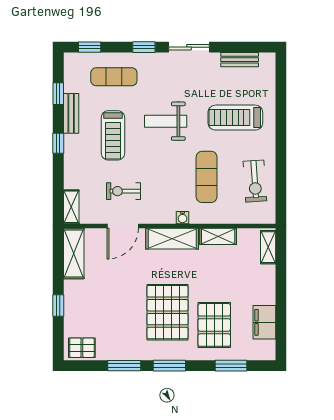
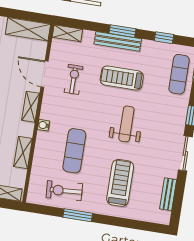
exercise mat: (114, 77) -> (179, 74), moved
bench: (71, 113) -> (118, 41), moved, width x1.36
window: (58, 143) -> (122, 31), width x1.50
window: (281, 161) -> (78, 215), added
exercise mat: (207, 177) -> (74, 151), turned 90
shelving: (172, 239) -> (31, 107), width x0.67, depth x0.75

